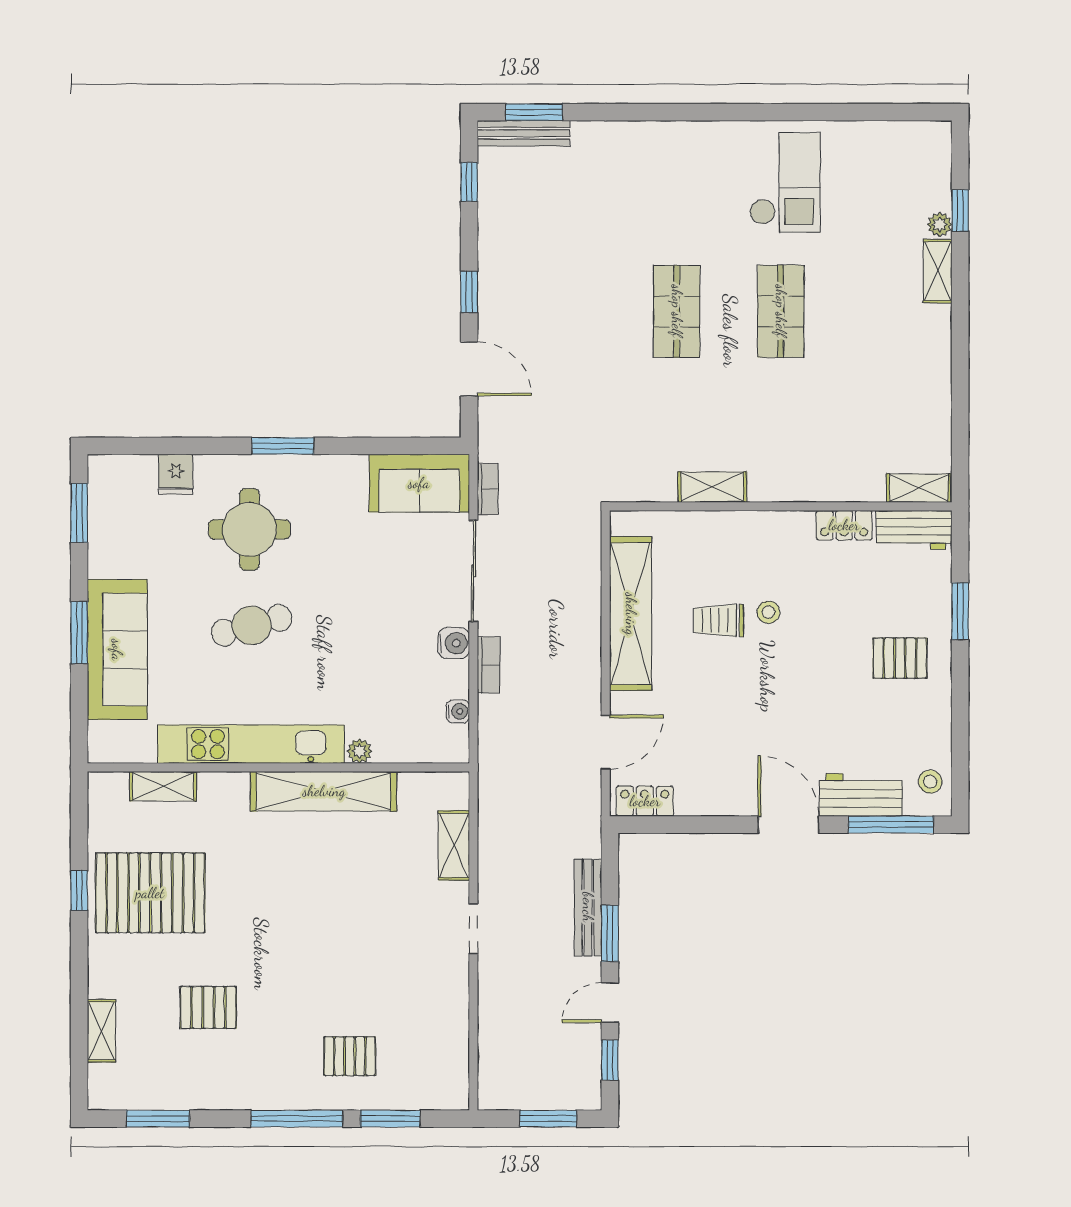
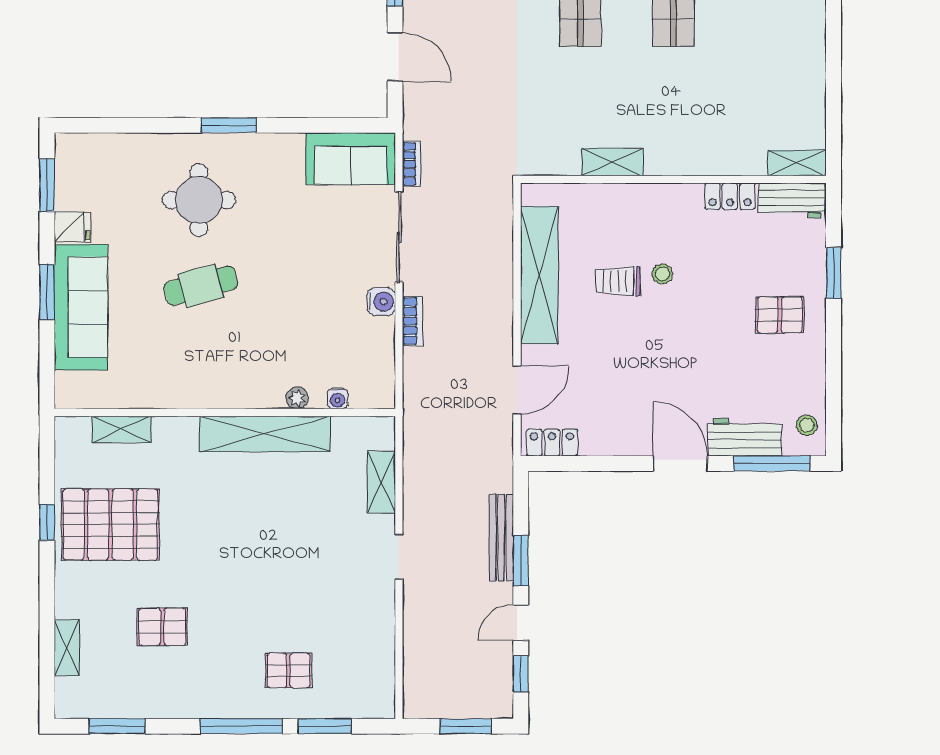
fridge: (176, 474) -> (72, 227), moved, turned -90
water cooler: (458, 711) -> (338, 399), moved, turned 90
kitchen unit: (251, 744) -> (200, 392), removed

